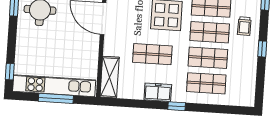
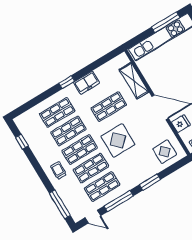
window: (262, 49) -> (22, 142), moved
shelving: (110, 77) -> (134, 81), moved
window: (56, 98) -> (166, 22), moved

